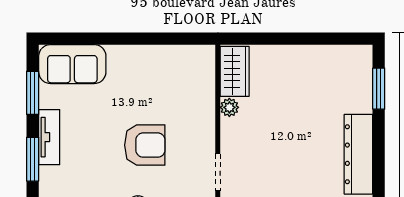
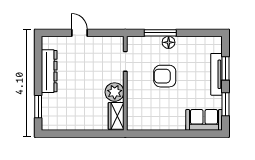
plant: (229, 107) -> (115, 92), width x1.87, depth x1.87
tv unit: (49, 137) -> (217, 74), width x1.41

